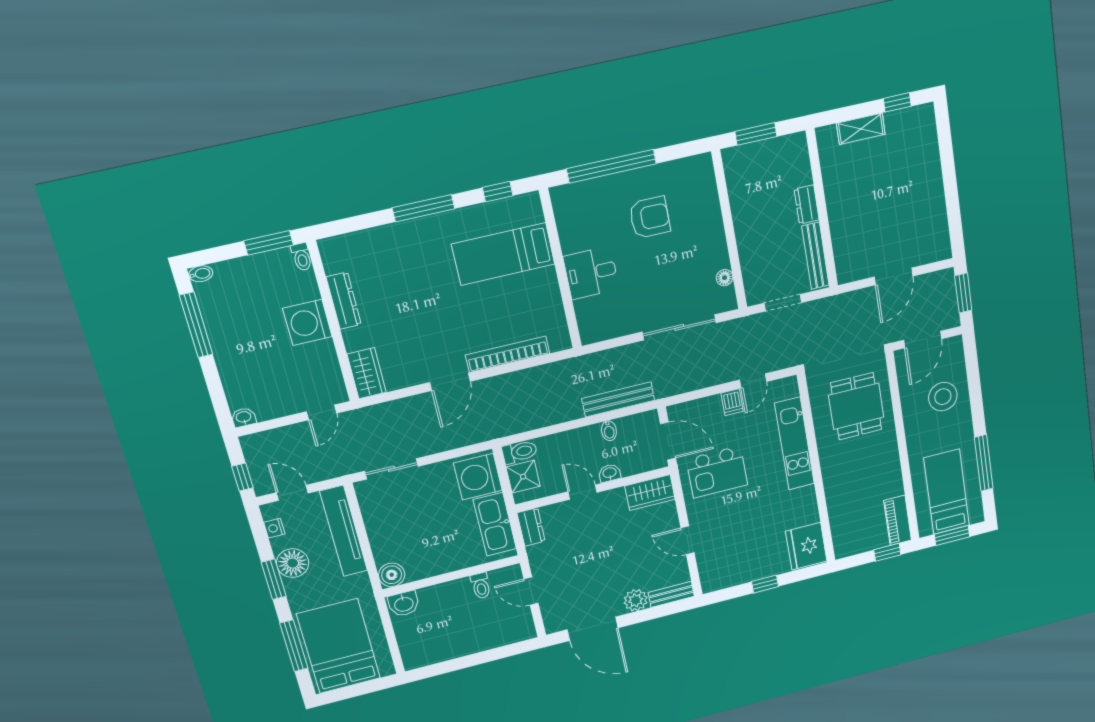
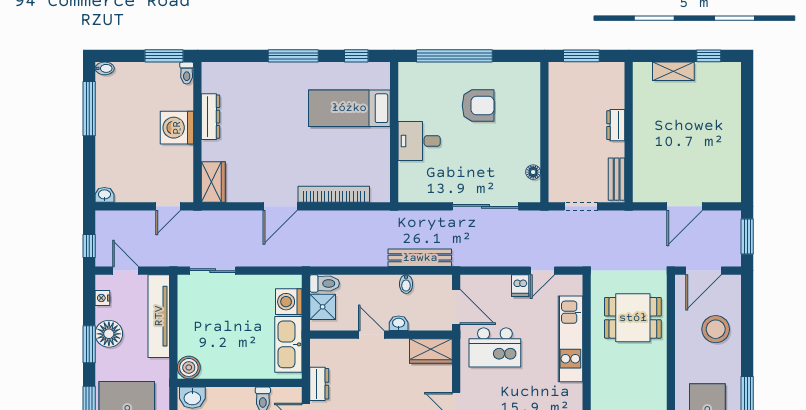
bench: (815, 256) -> (617, 179), width x0.73
dining table: (856, 406) -> (633, 318), turned 90
washing machine: (478, 477) -> (289, 302), width x0.73, depth x0.73
dresser: (531, 527) -> (319, 384), moved

